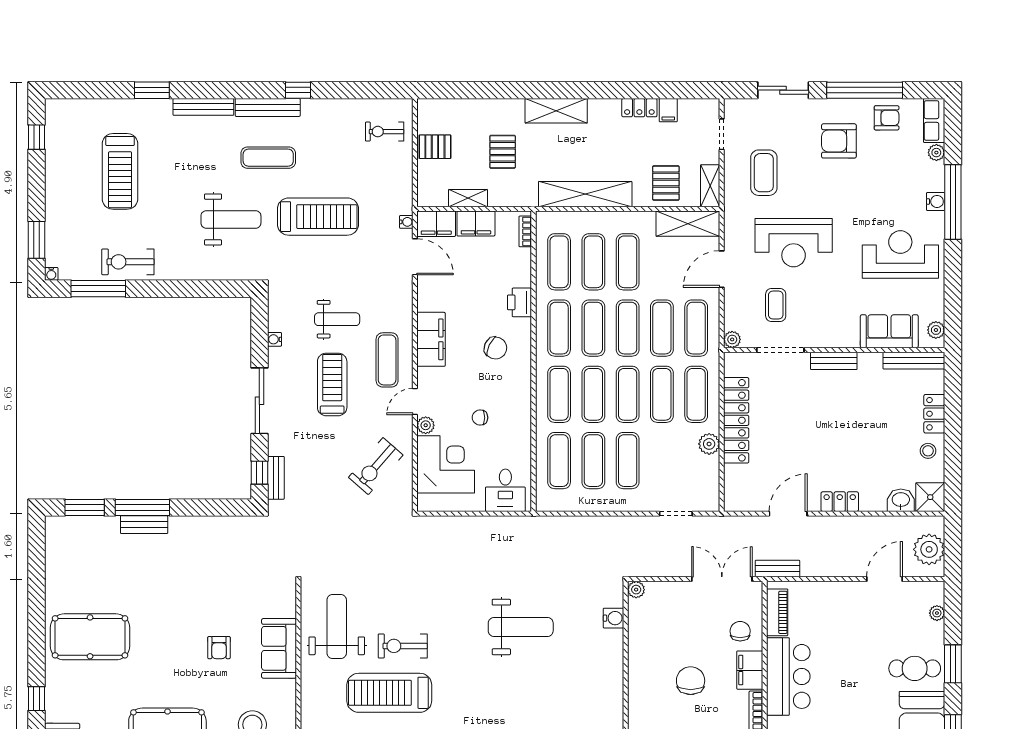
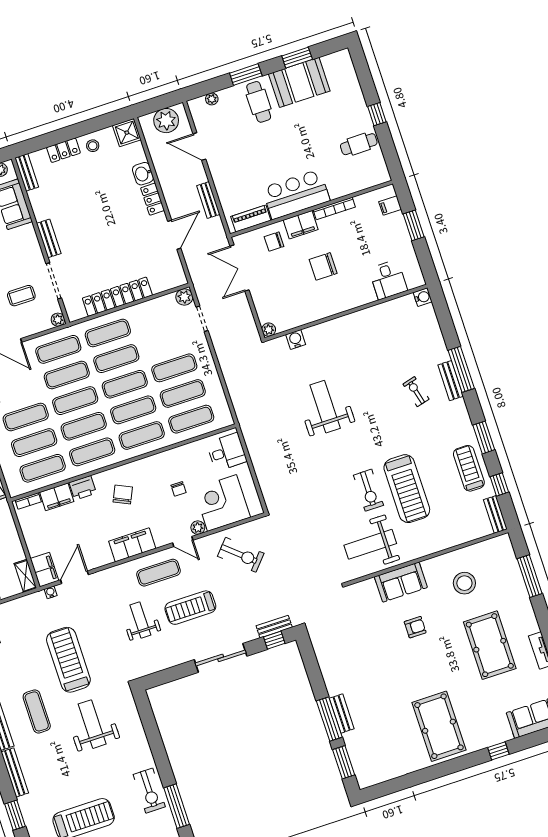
shelving: (468, 198) -> (25, 576), moved
filing cabinet: (476, 223) -> (57, 497), moved, turned 90
water cooler: (275, 339) -> (171, 662), removed
bench: (914, 361) -> (27, 172), width x0.73
plant: (709, 444) -> (184, 297), moved
washbasin: (901, 500) -> (143, 174), moved
door: (788, 514) -> (174, 235), swing flipped
bench: (777, 569) -> (208, 200), moved

